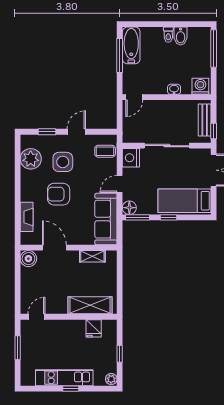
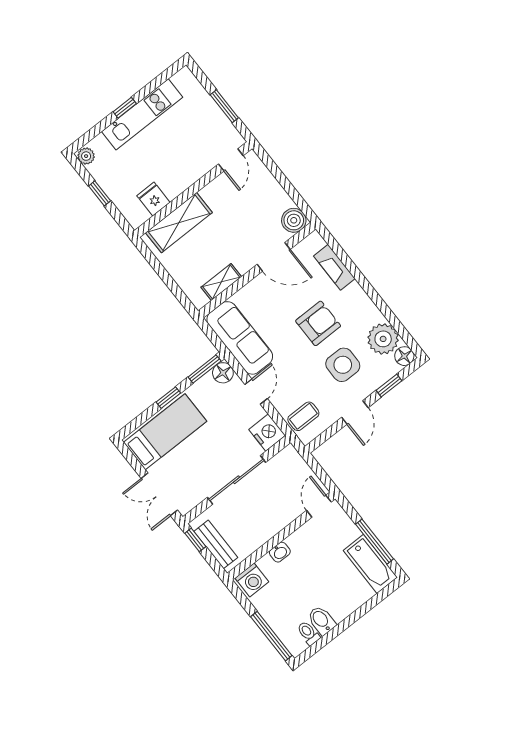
toilet: (168, 35) -> (308, 633), moved
floor lamp: (27, 141) -> (404, 356), added

